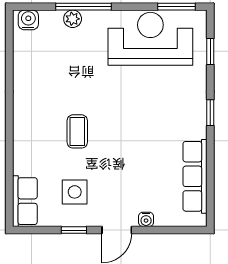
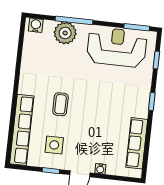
plant: (73, 19) -> (65, 33), width x1.87, depth x1.87
row of seats: (25, 201) -> (22, 130), width x2.02

